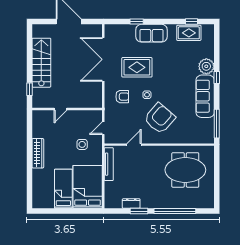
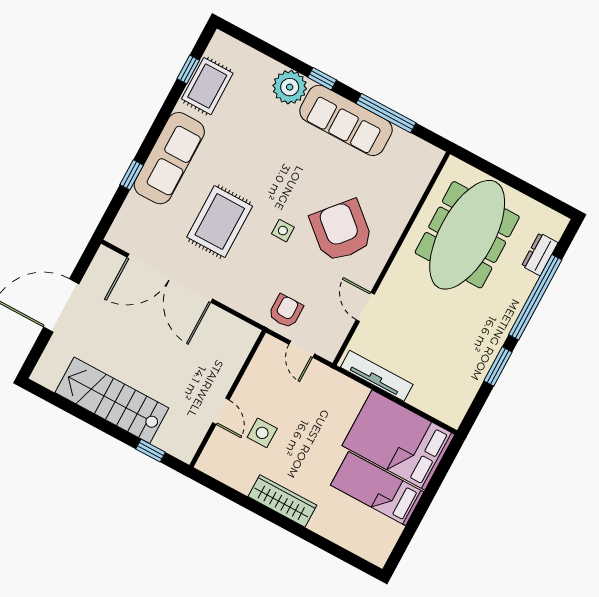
sofa: (152, 33) -> (169, 158), width x1.36
armchair: (122, 97) -> (286, 311), moved
window: (217, 124) -> (386, 113), moved
side table: (82, 144) -> (262, 433), moved
meeting table: (185, 170) -> (467, 235), width x1.36
dresser: (131, 204) -> (540, 254), moved

